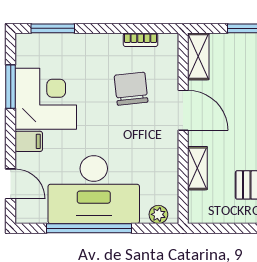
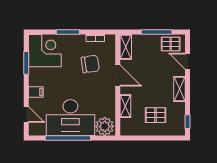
window: (53, 28) -> (68, 32), moved
chair: (131, 89) -> (90, 64), turned 88
corner desk: (46, 99) -> (45, 51), moved
plant: (158, 214) -> (105, 126), width x1.88, depth x1.88

